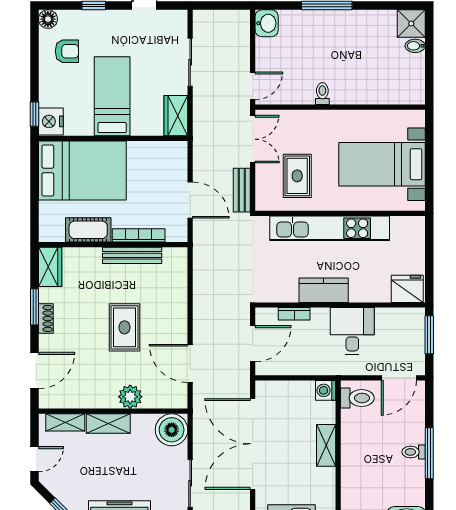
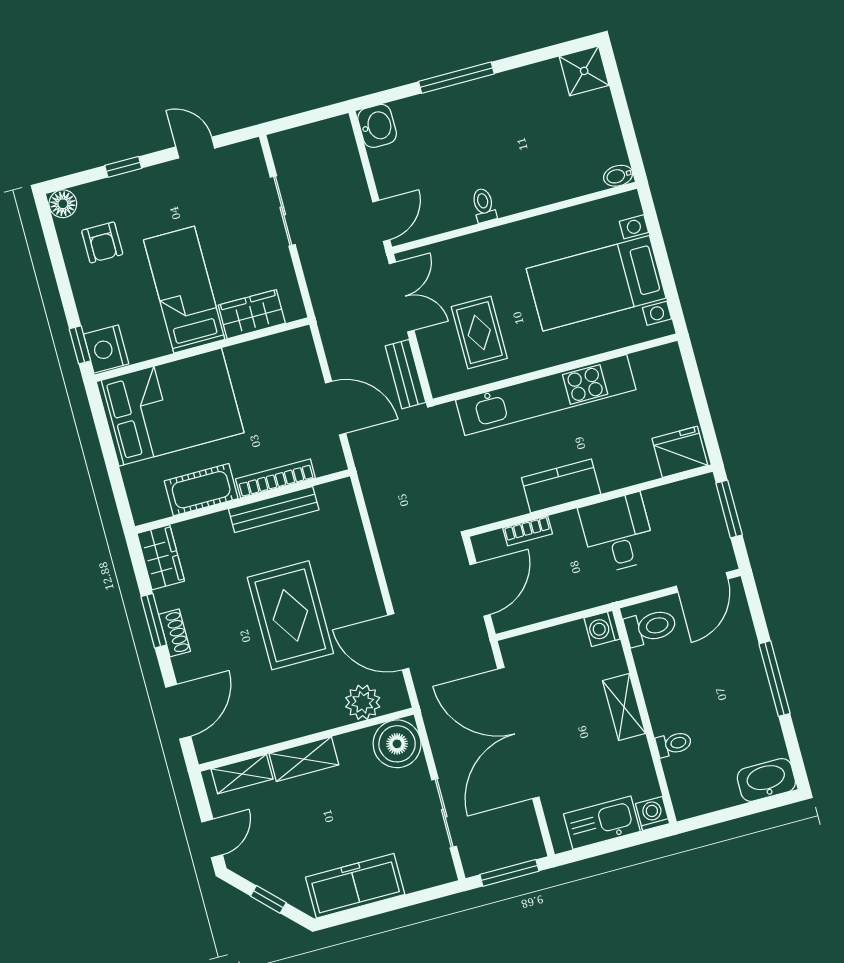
bidet: (415, 46) -> (618, 176), moved
armchair: (67, 51) -> (102, 242), turned 90
wardrobe: (176, 116) -> (252, 314), moved, turned 90
rug: (124, 327) -> (290, 615), width x1.36, depth x1.43
plant: (130, 397) -> (363, 702), moved
toilet: (414, 452) -> (674, 744), moved, turned 180

